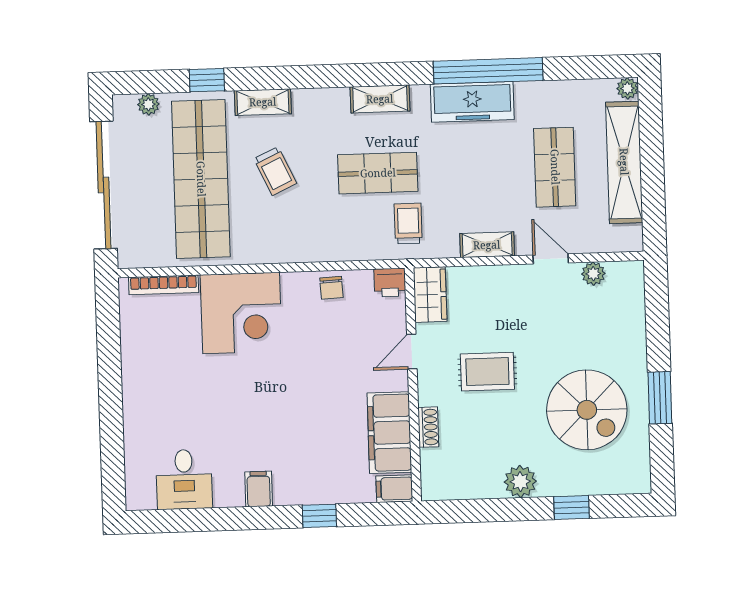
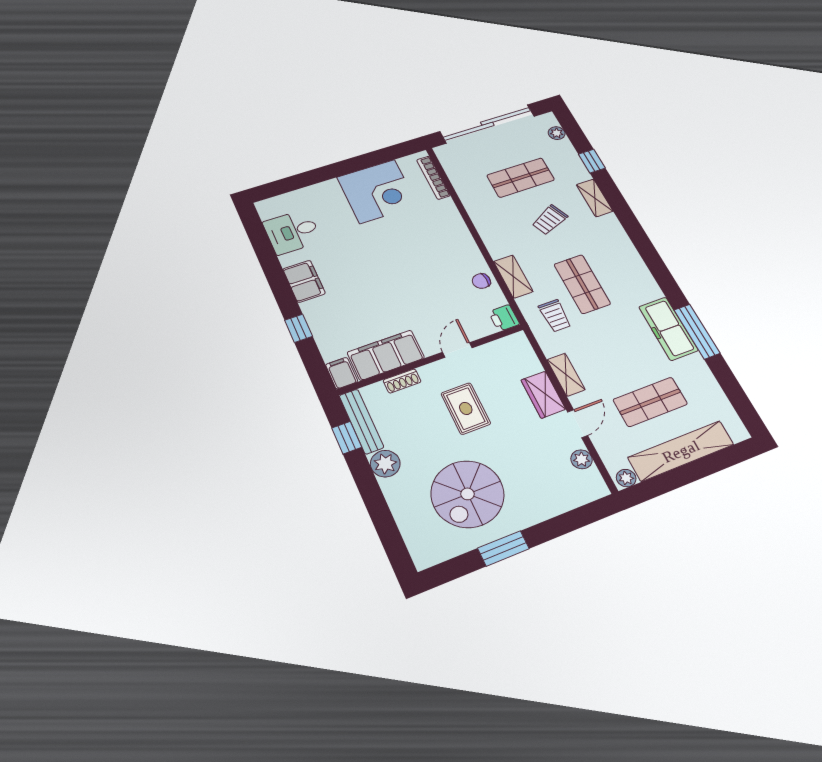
window: (488, 71) -> (697, 332), width x0.68
plant: (627, 88) -> (626, 478), moved
shelving: (380, 99) -> (513, 276), moved
shop shelf: (201, 179) -> (521, 178), width x0.50, depth x0.74
trolley: (408, 223) -> (555, 316), turned 90
wardrobe: (430, 295) -> (543, 395), moved, turned 90
corner desk: (241, 313) -> (377, 191), moved, turned -90
door: (412, 352) -> (457, 350), hinge flipped
filing cabinet: (259, 489) -> (304, 281), width x2.00
bench: (461, 489) -> (361, 421), added
window: (572, 508) -> (347, 438), moved

